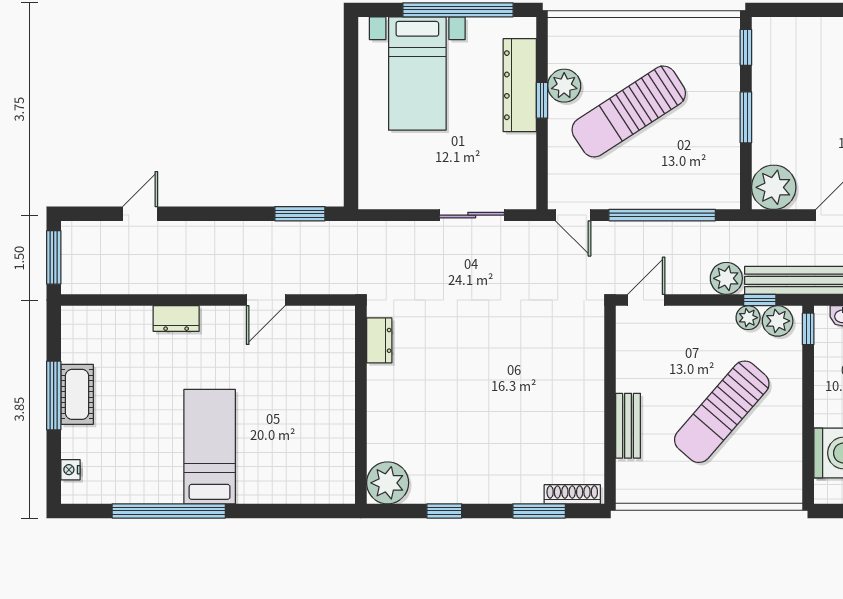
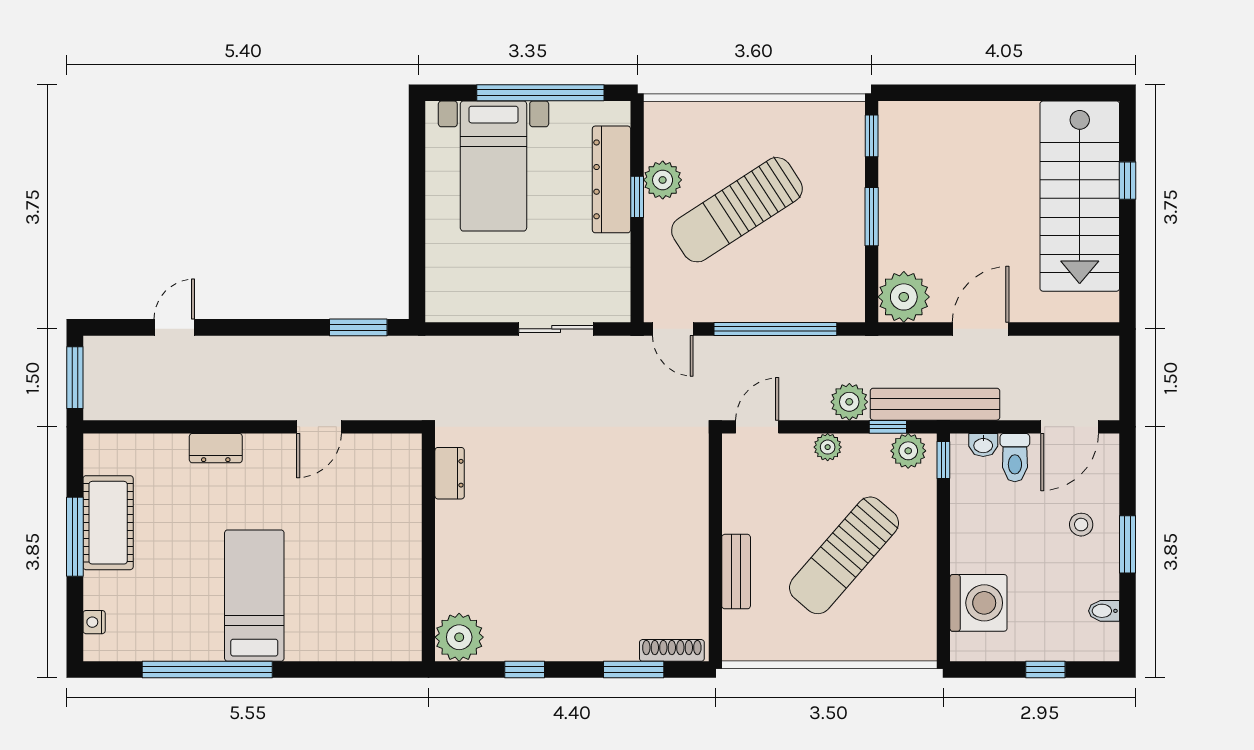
plant: (748, 318) -> (828, 447), moved
cot: (77, 394) -> (108, 523), width x1.37, depth x1.34

